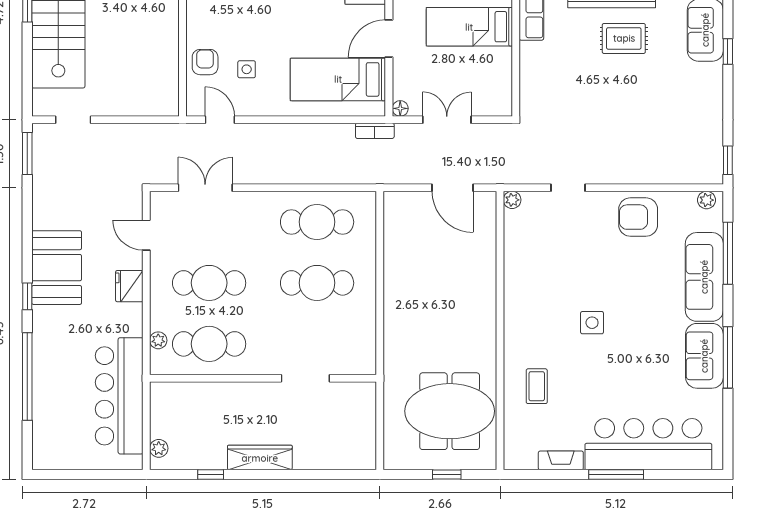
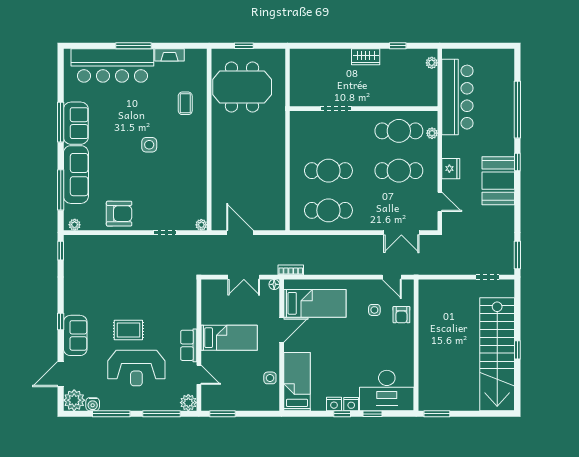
wardrobe: (260, 458) -> (366, 57), width x0.67

